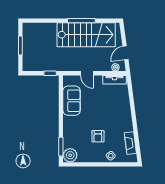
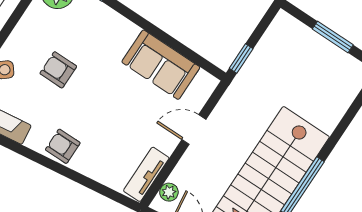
armchair: (124, 116) -> (63, 146), added

